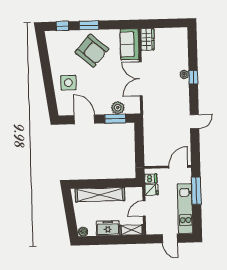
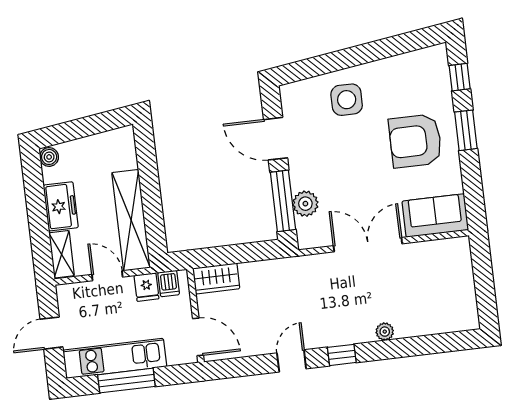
wardrobe: (147, 39) -> (216, 279), moved
armchair: (92, 51) -> (415, 141), turned 49
window: (193, 77) -> (342, 355), moved
door: (84, 119) -> (276, 139), swing flipped
window: (115, 119) -> (283, 201), width x1.44
door: (194, 122) -> (292, 361), swing flipped
window: (196, 191) -> (126, 381), moved
shelving: (100, 195) -> (131, 220), moved

